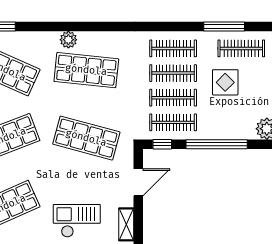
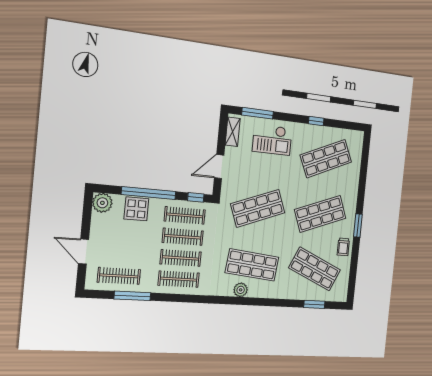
plant: (68, 40) -> (241, 290), moved
display table: (225, 82) -> (136, 209), moved
shop shelf: (86, 138) -> (258, 208), turned -36

